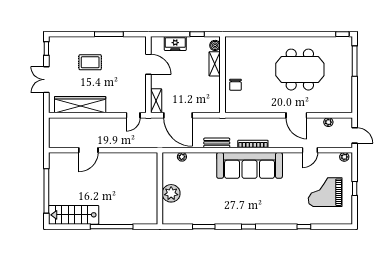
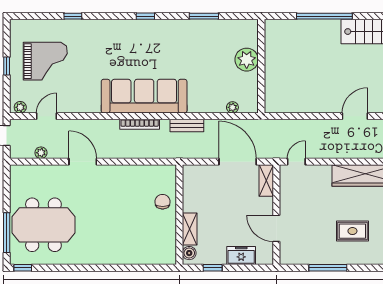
meeting table: (300, 70) -> (43, 225), moved
door: (310, 150) -> (47, 116), moved

